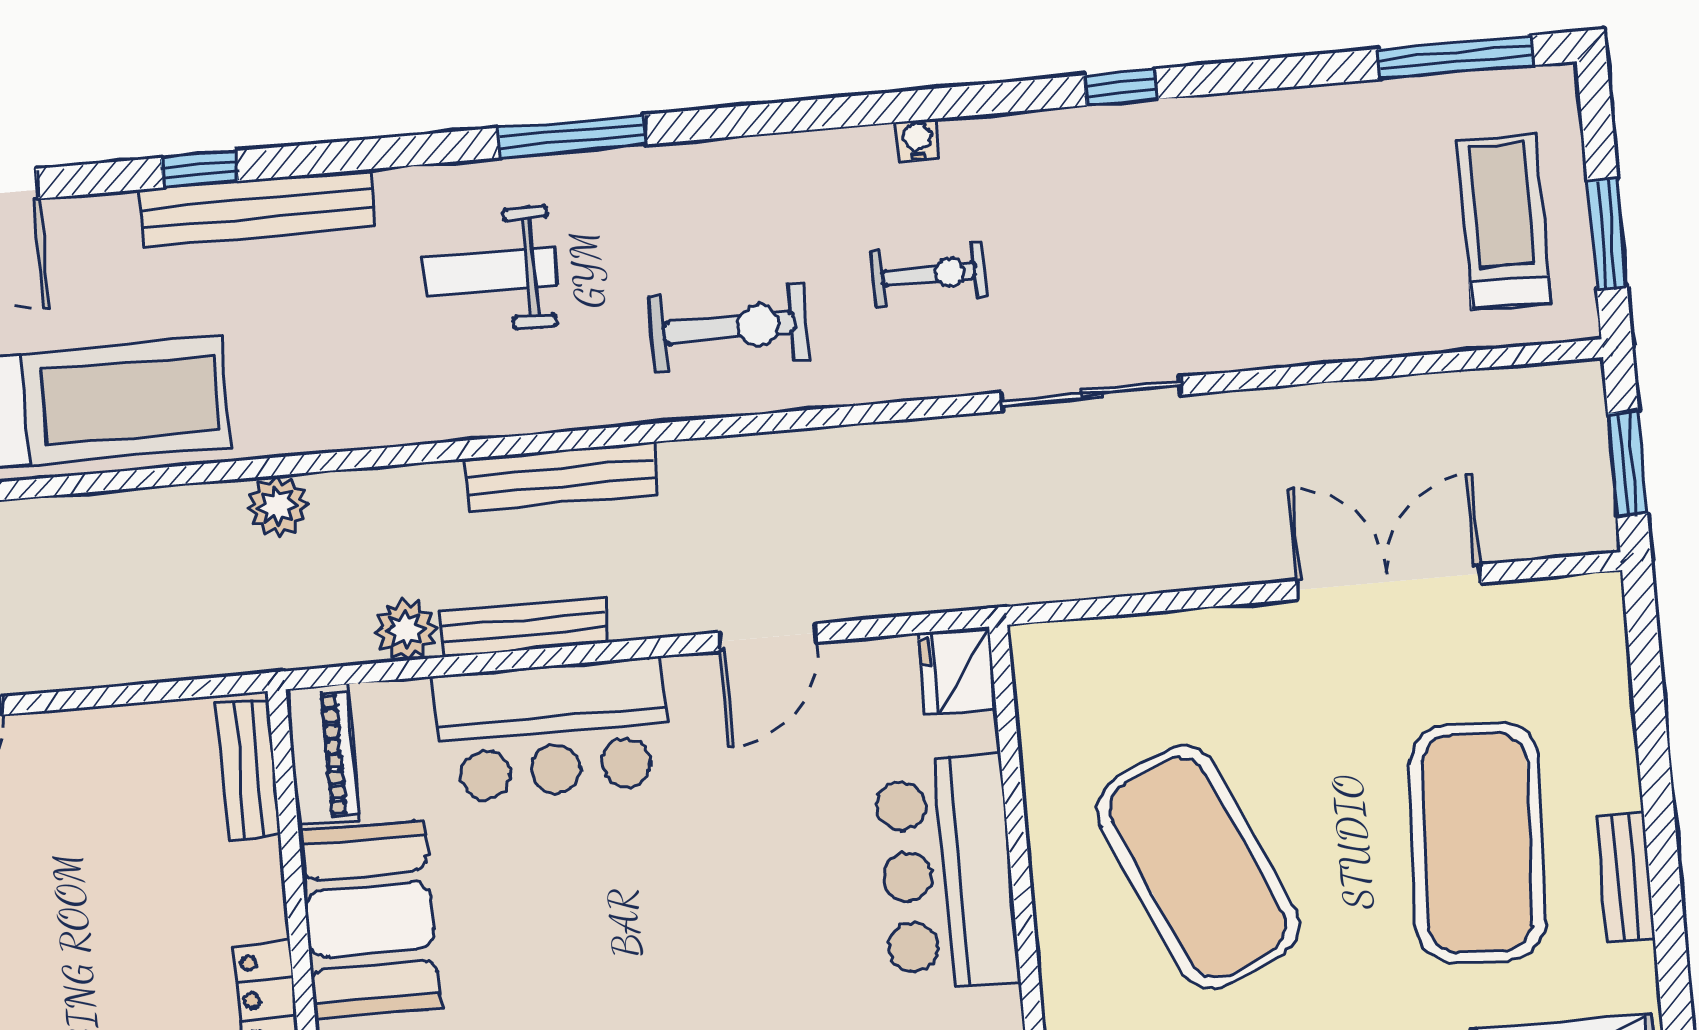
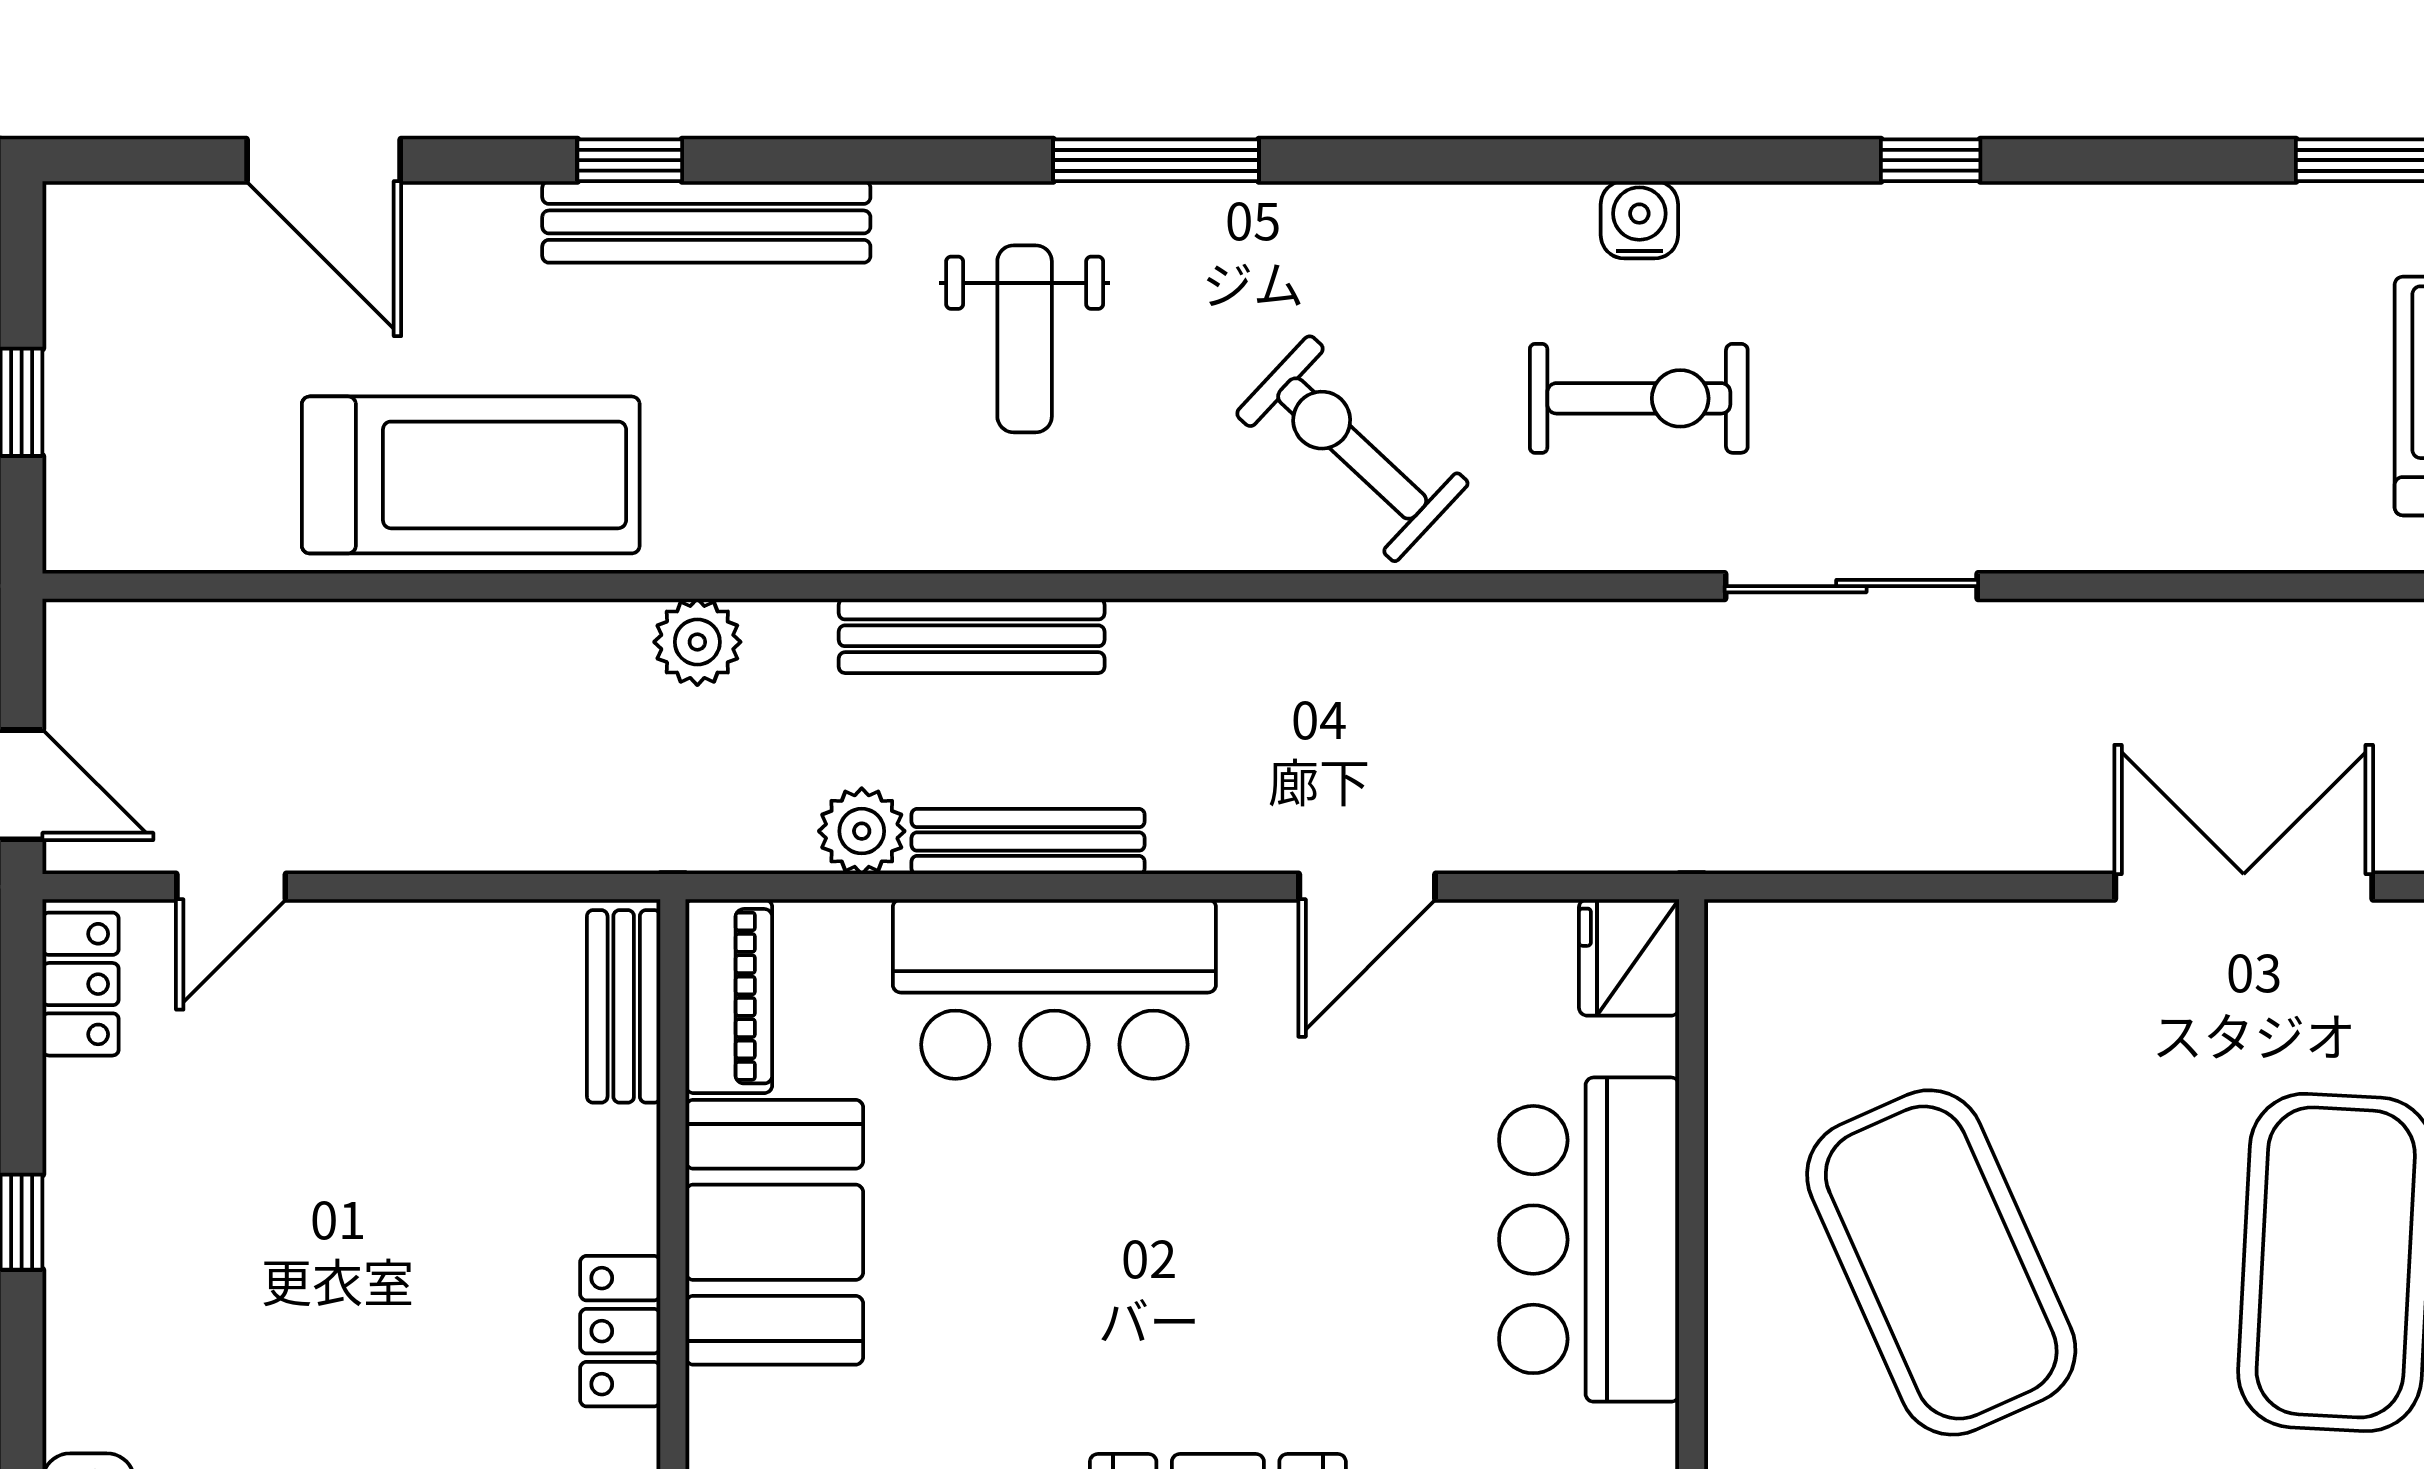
water cooler: (917, 140) -> (1639, 220), width x1.38, depth x1.38
weight bench: (490, 271) -> (1025, 339), turned -90
exercise bike: (929, 274) -> (1639, 398), width x1.38, depth x1.39
exercise bike: (729, 328) -> (1352, 448), turned -137
bench: (561, 477) -> (972, 636), moved

